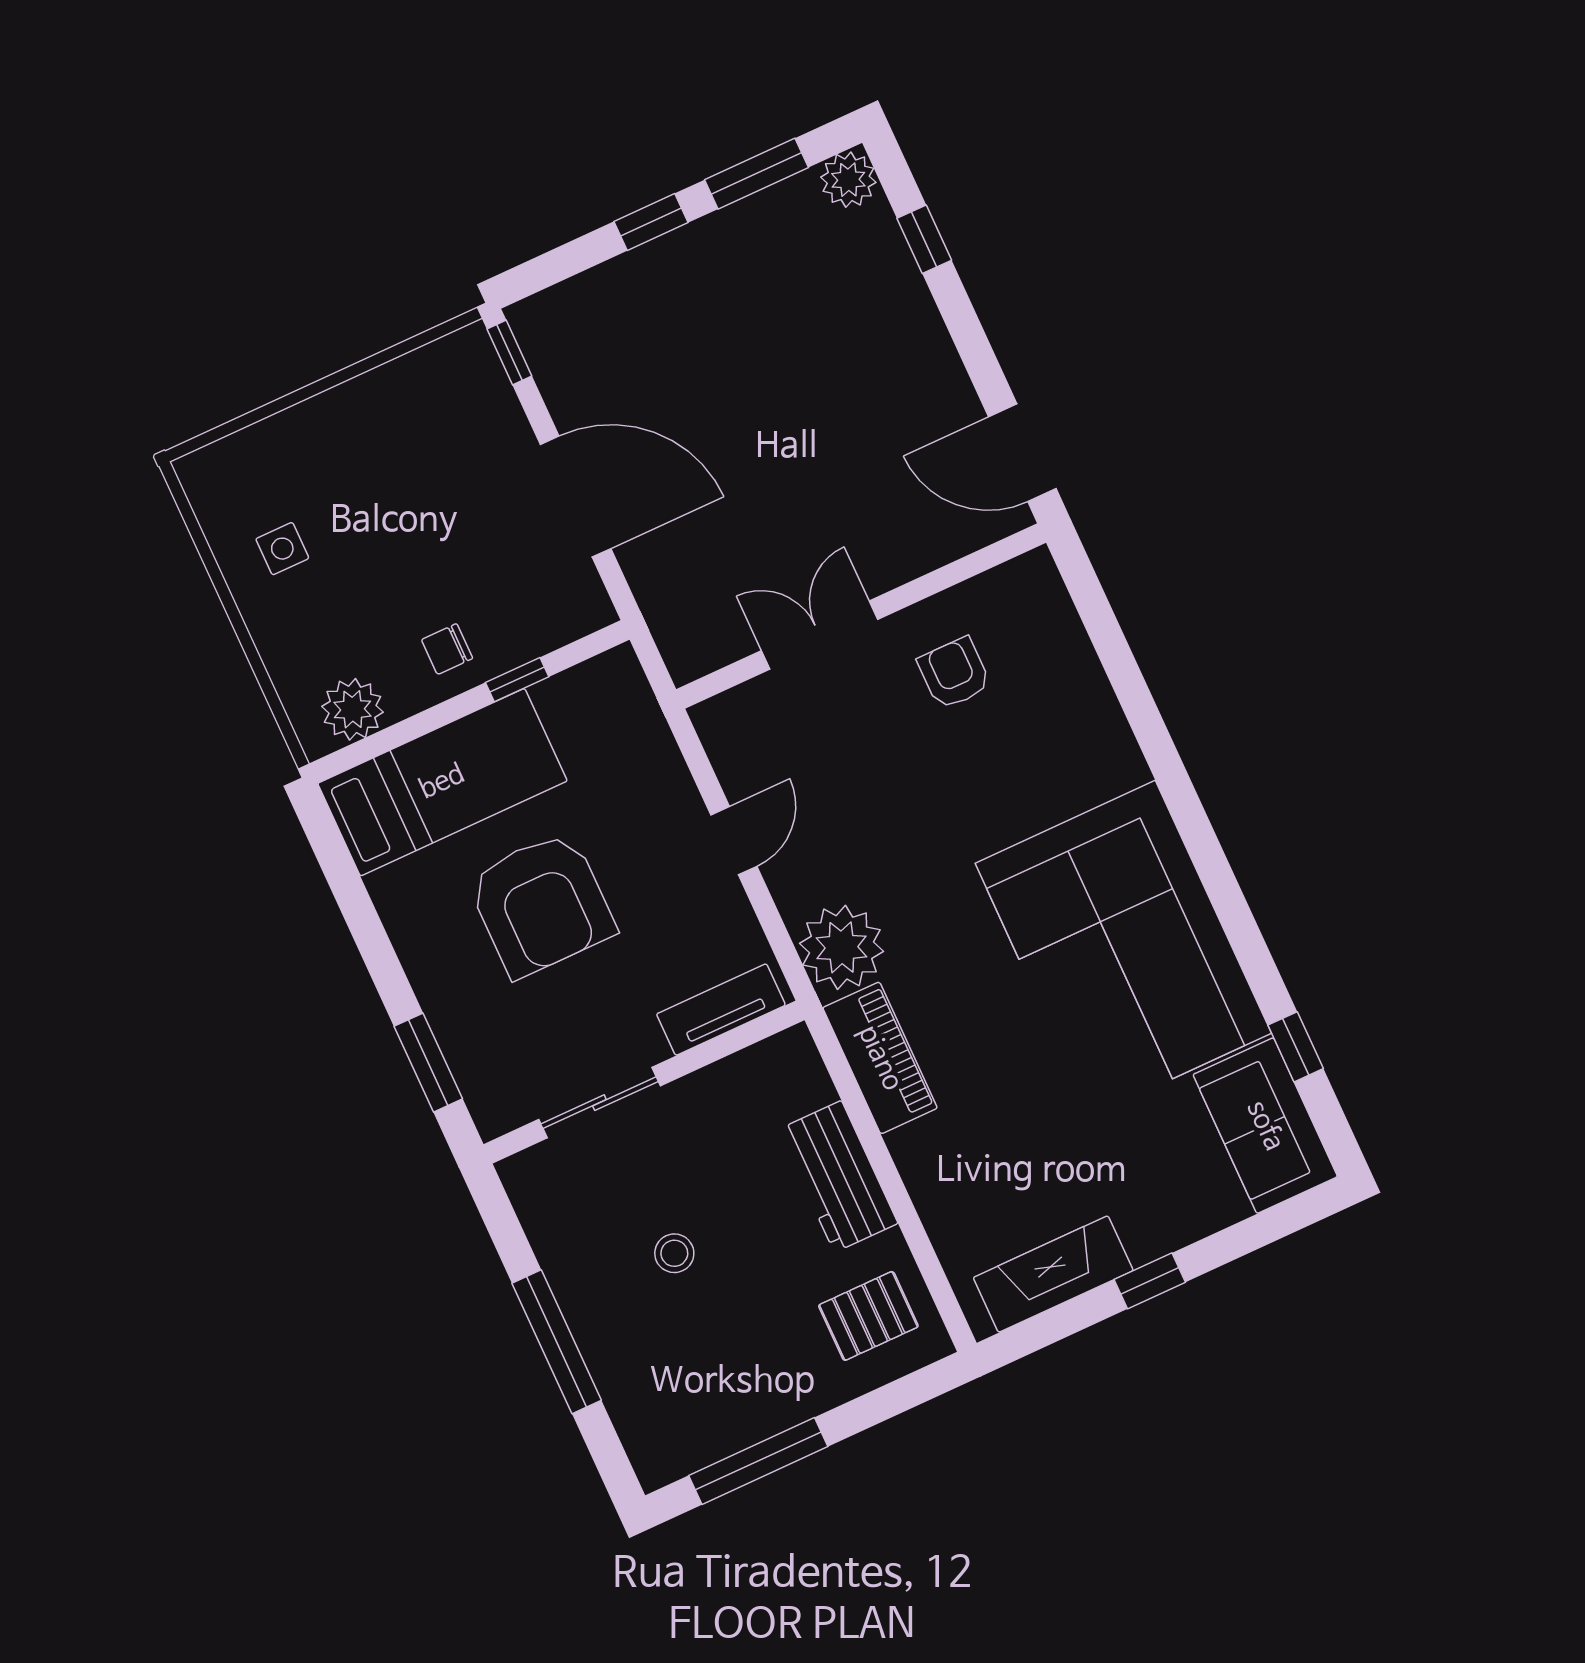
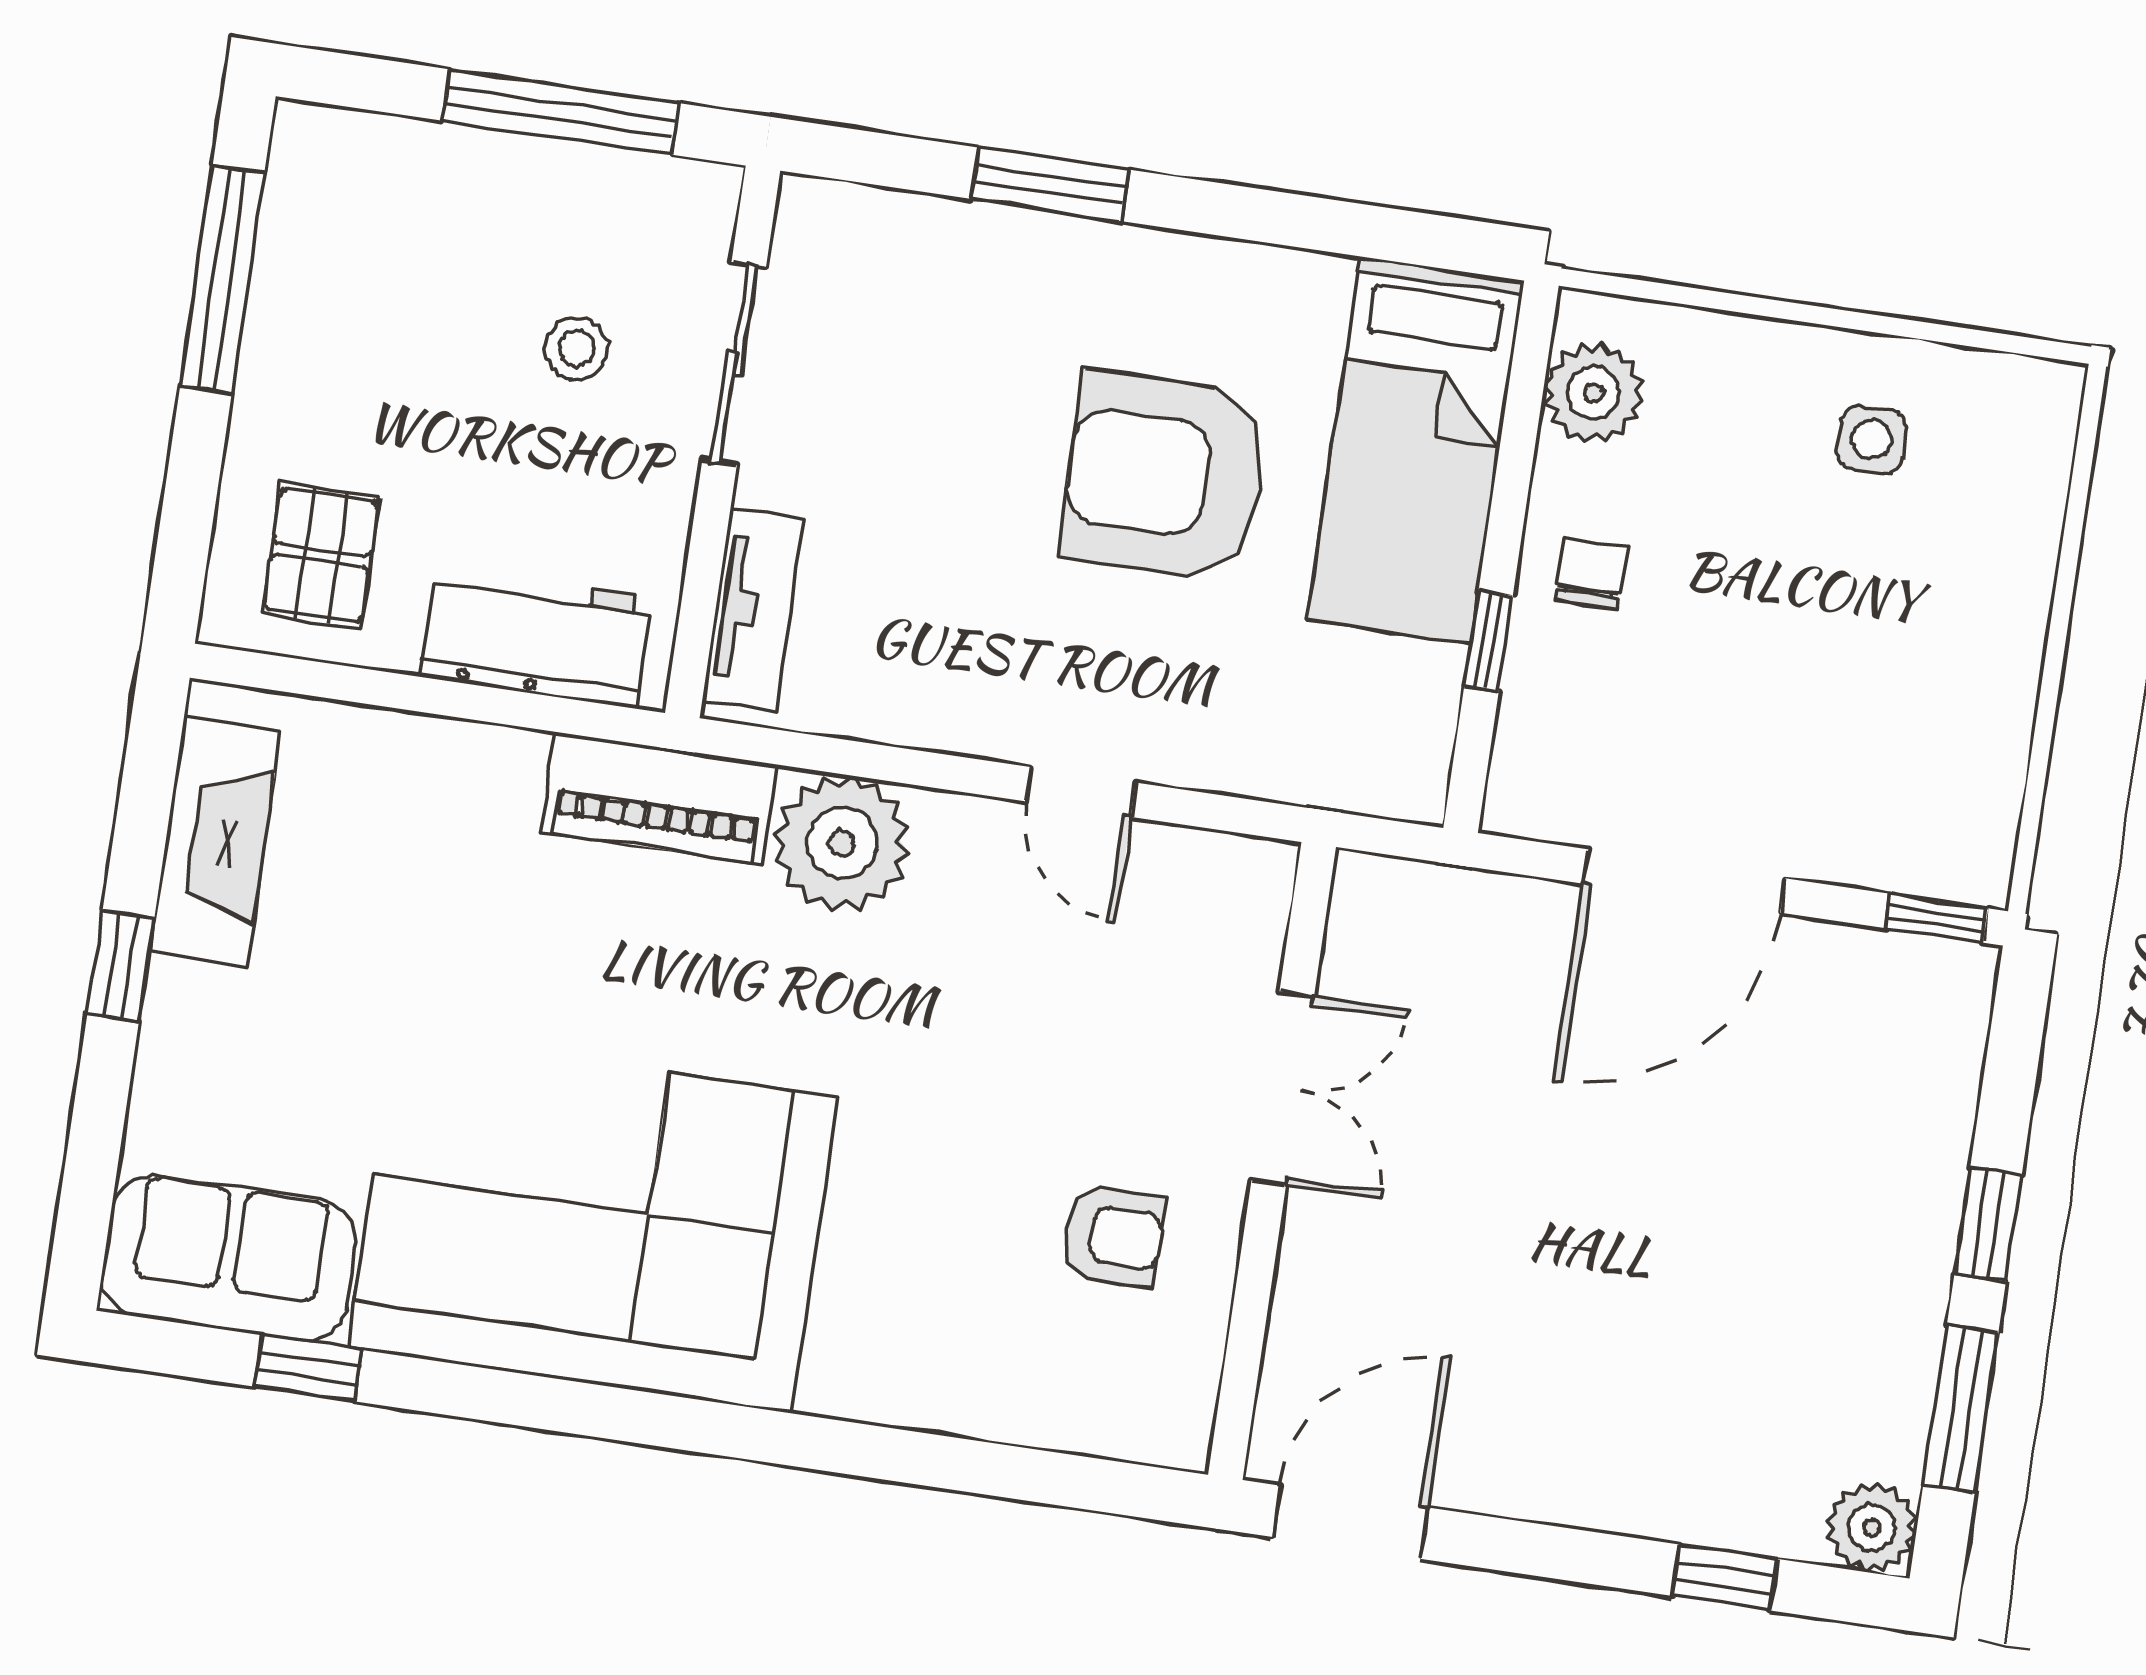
tv unit: (721, 1010) -> (753, 609), moved
wall: (644, 1082) -> (723, 442), moved
sliding door: (599, 1103) -> (734, 364), moved

